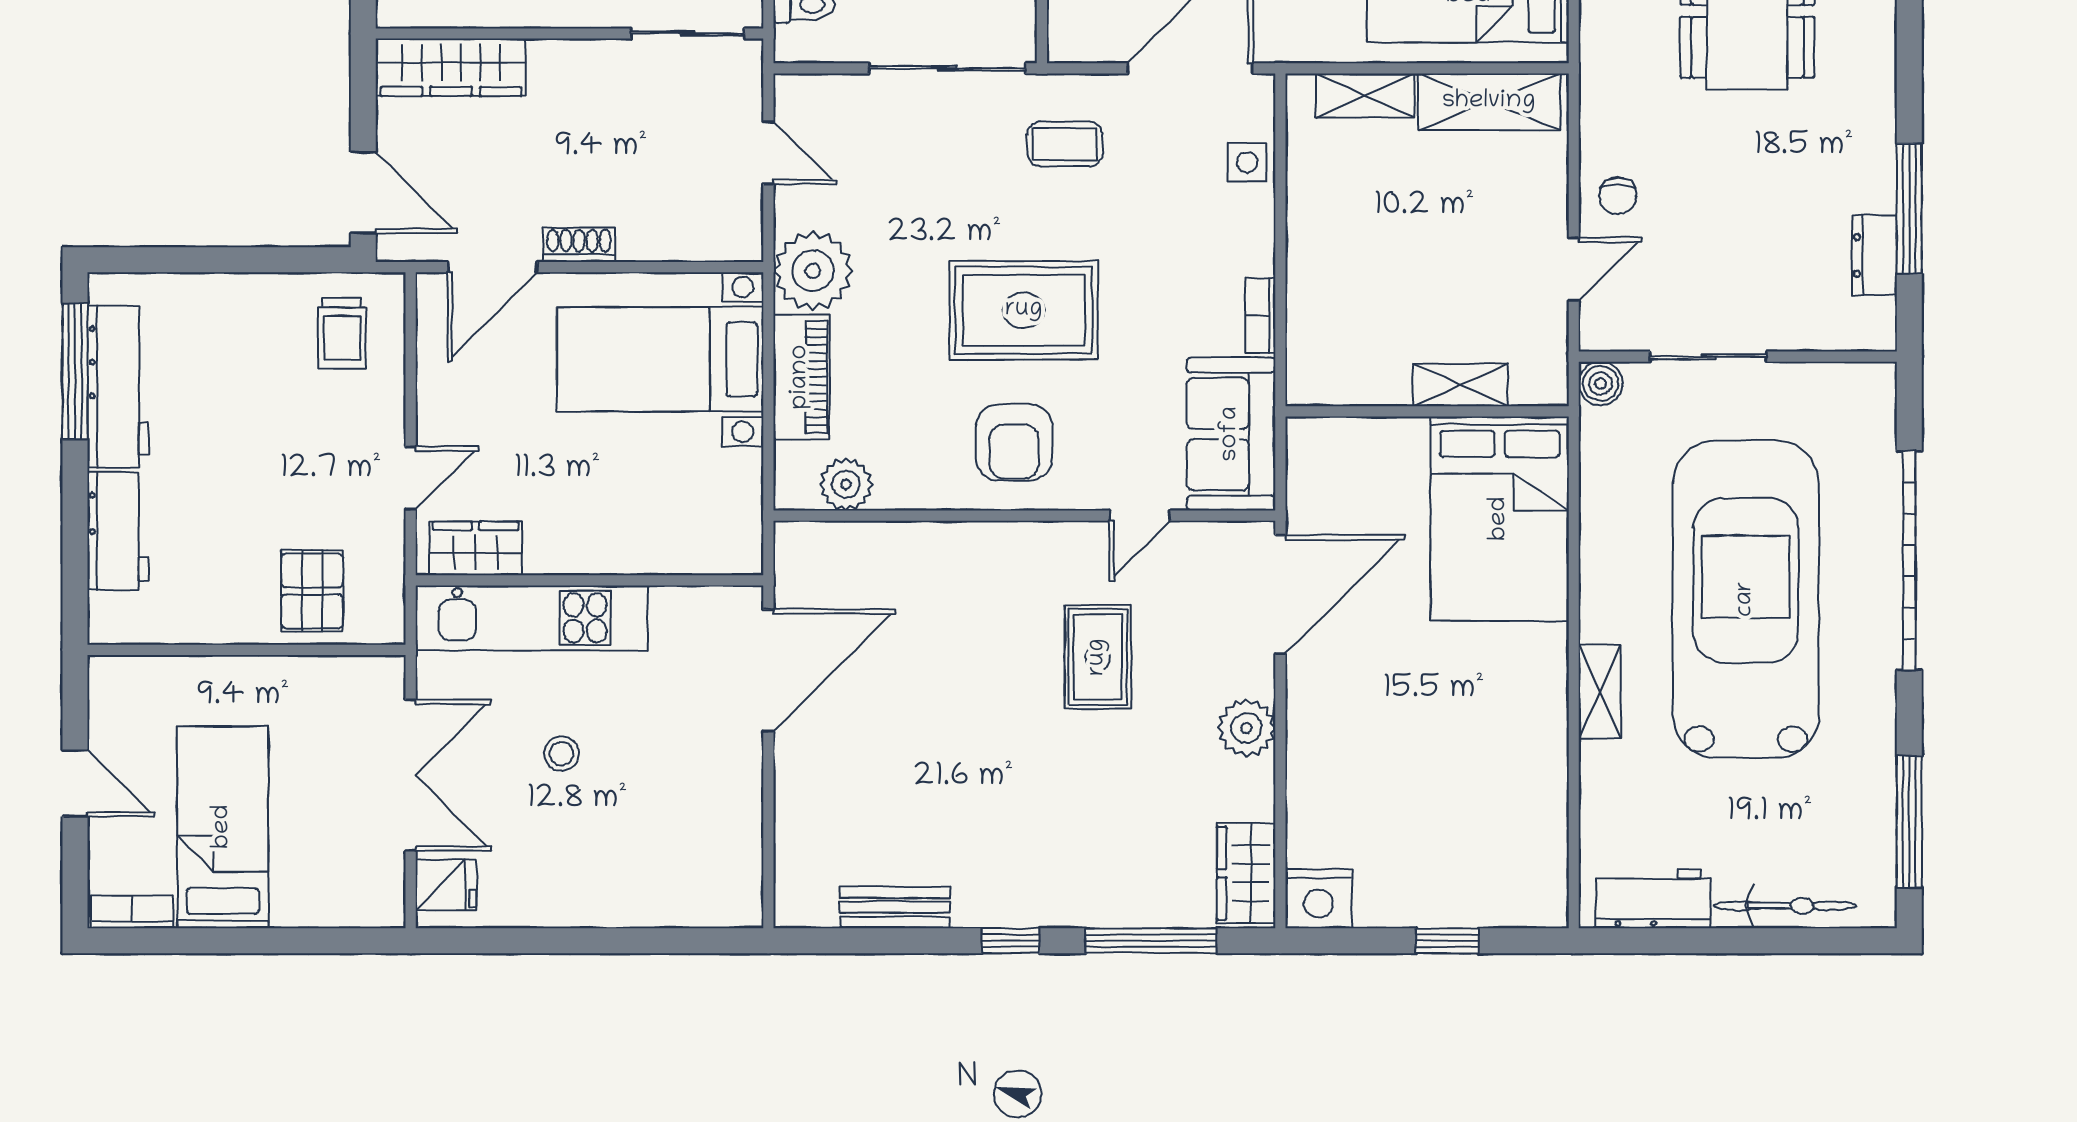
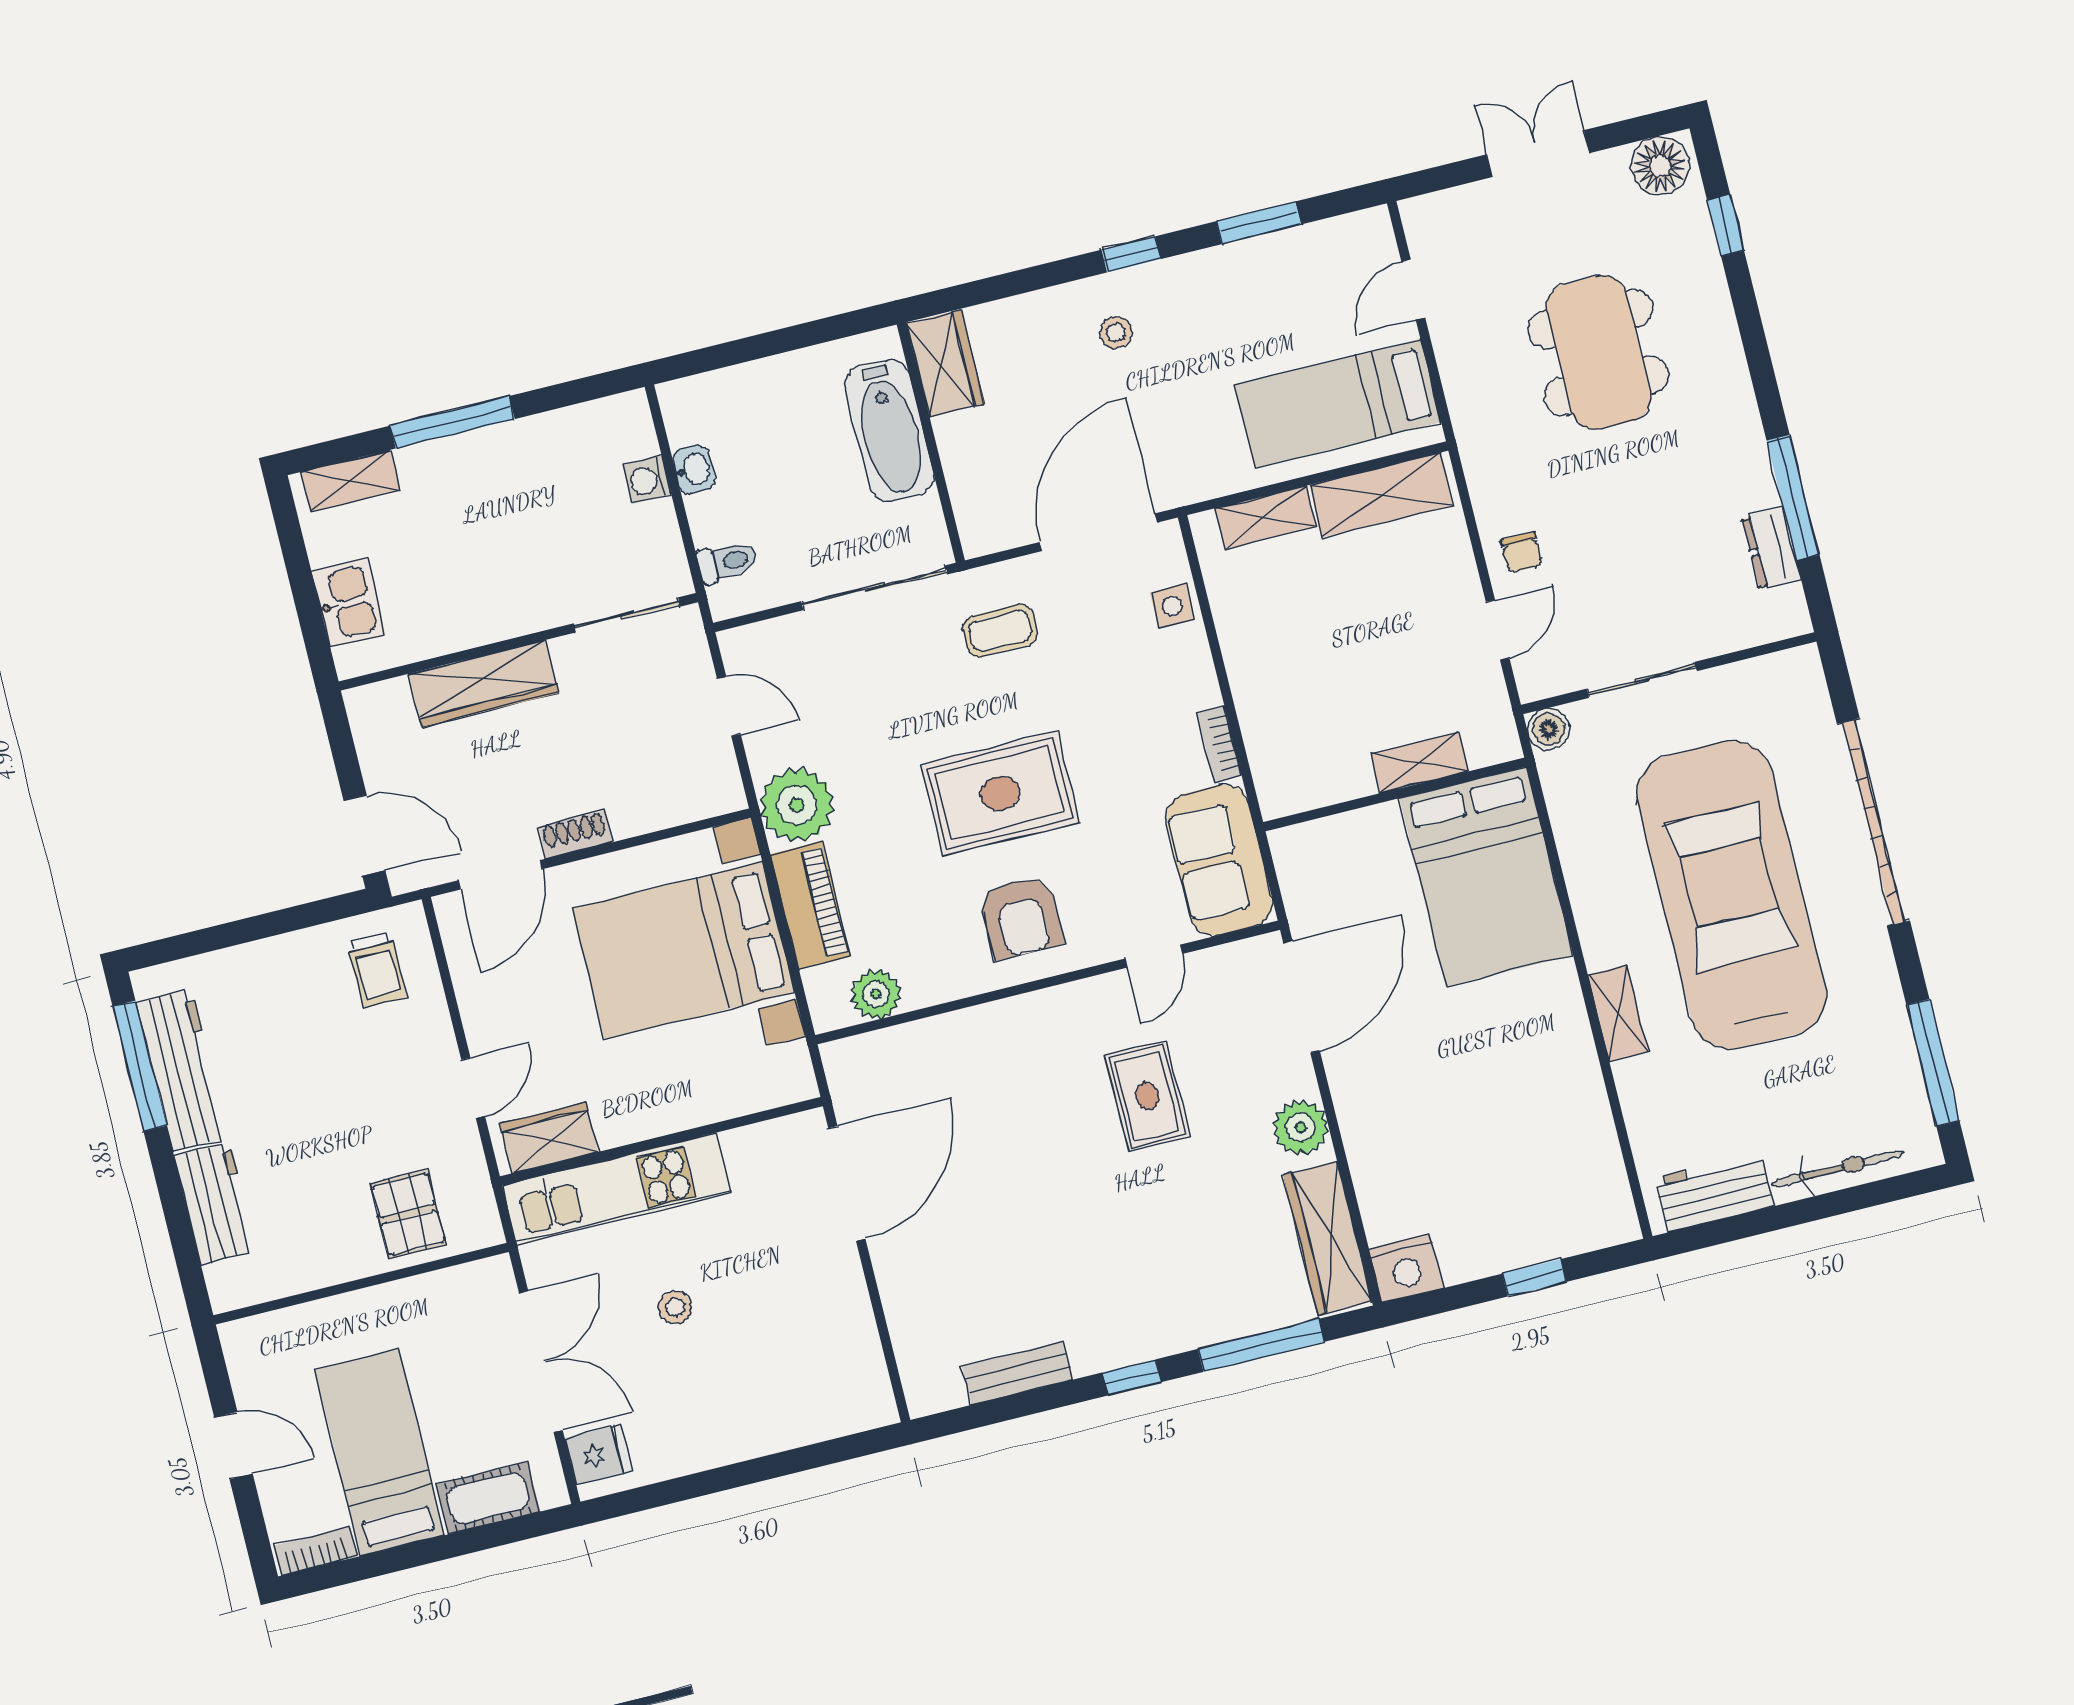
wardrobe: (451, 67) -> (483, 683), moved
bed with nightstands: (660, 359) -> (683, 950), width x1.36
wardrobe: (1246, 873) -> (1328, 1238), width x1.50
cot: (322, 901) -> (488, 1498), added

